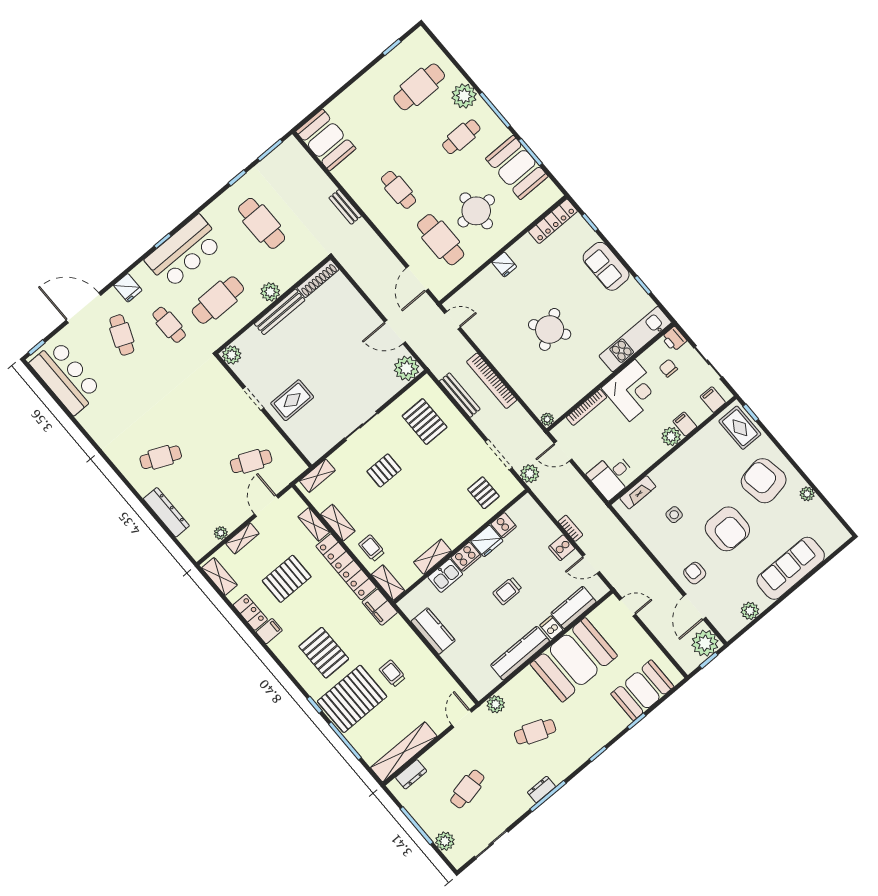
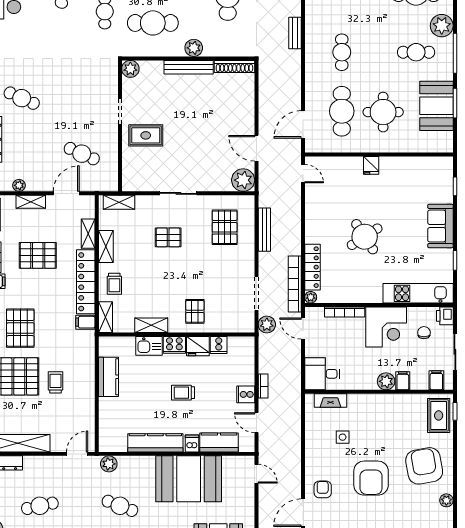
locker: (553, 221) -> (312, 267), moved, turned -90
bookcase: (492, 381) -> (295, 284), moved
pallet: (483, 493) -> (195, 311), moved
trolley: (372, 548) -> (114, 284), turned 180
filing cabinet: (380, 607) -> (85, 322), width x0.50

